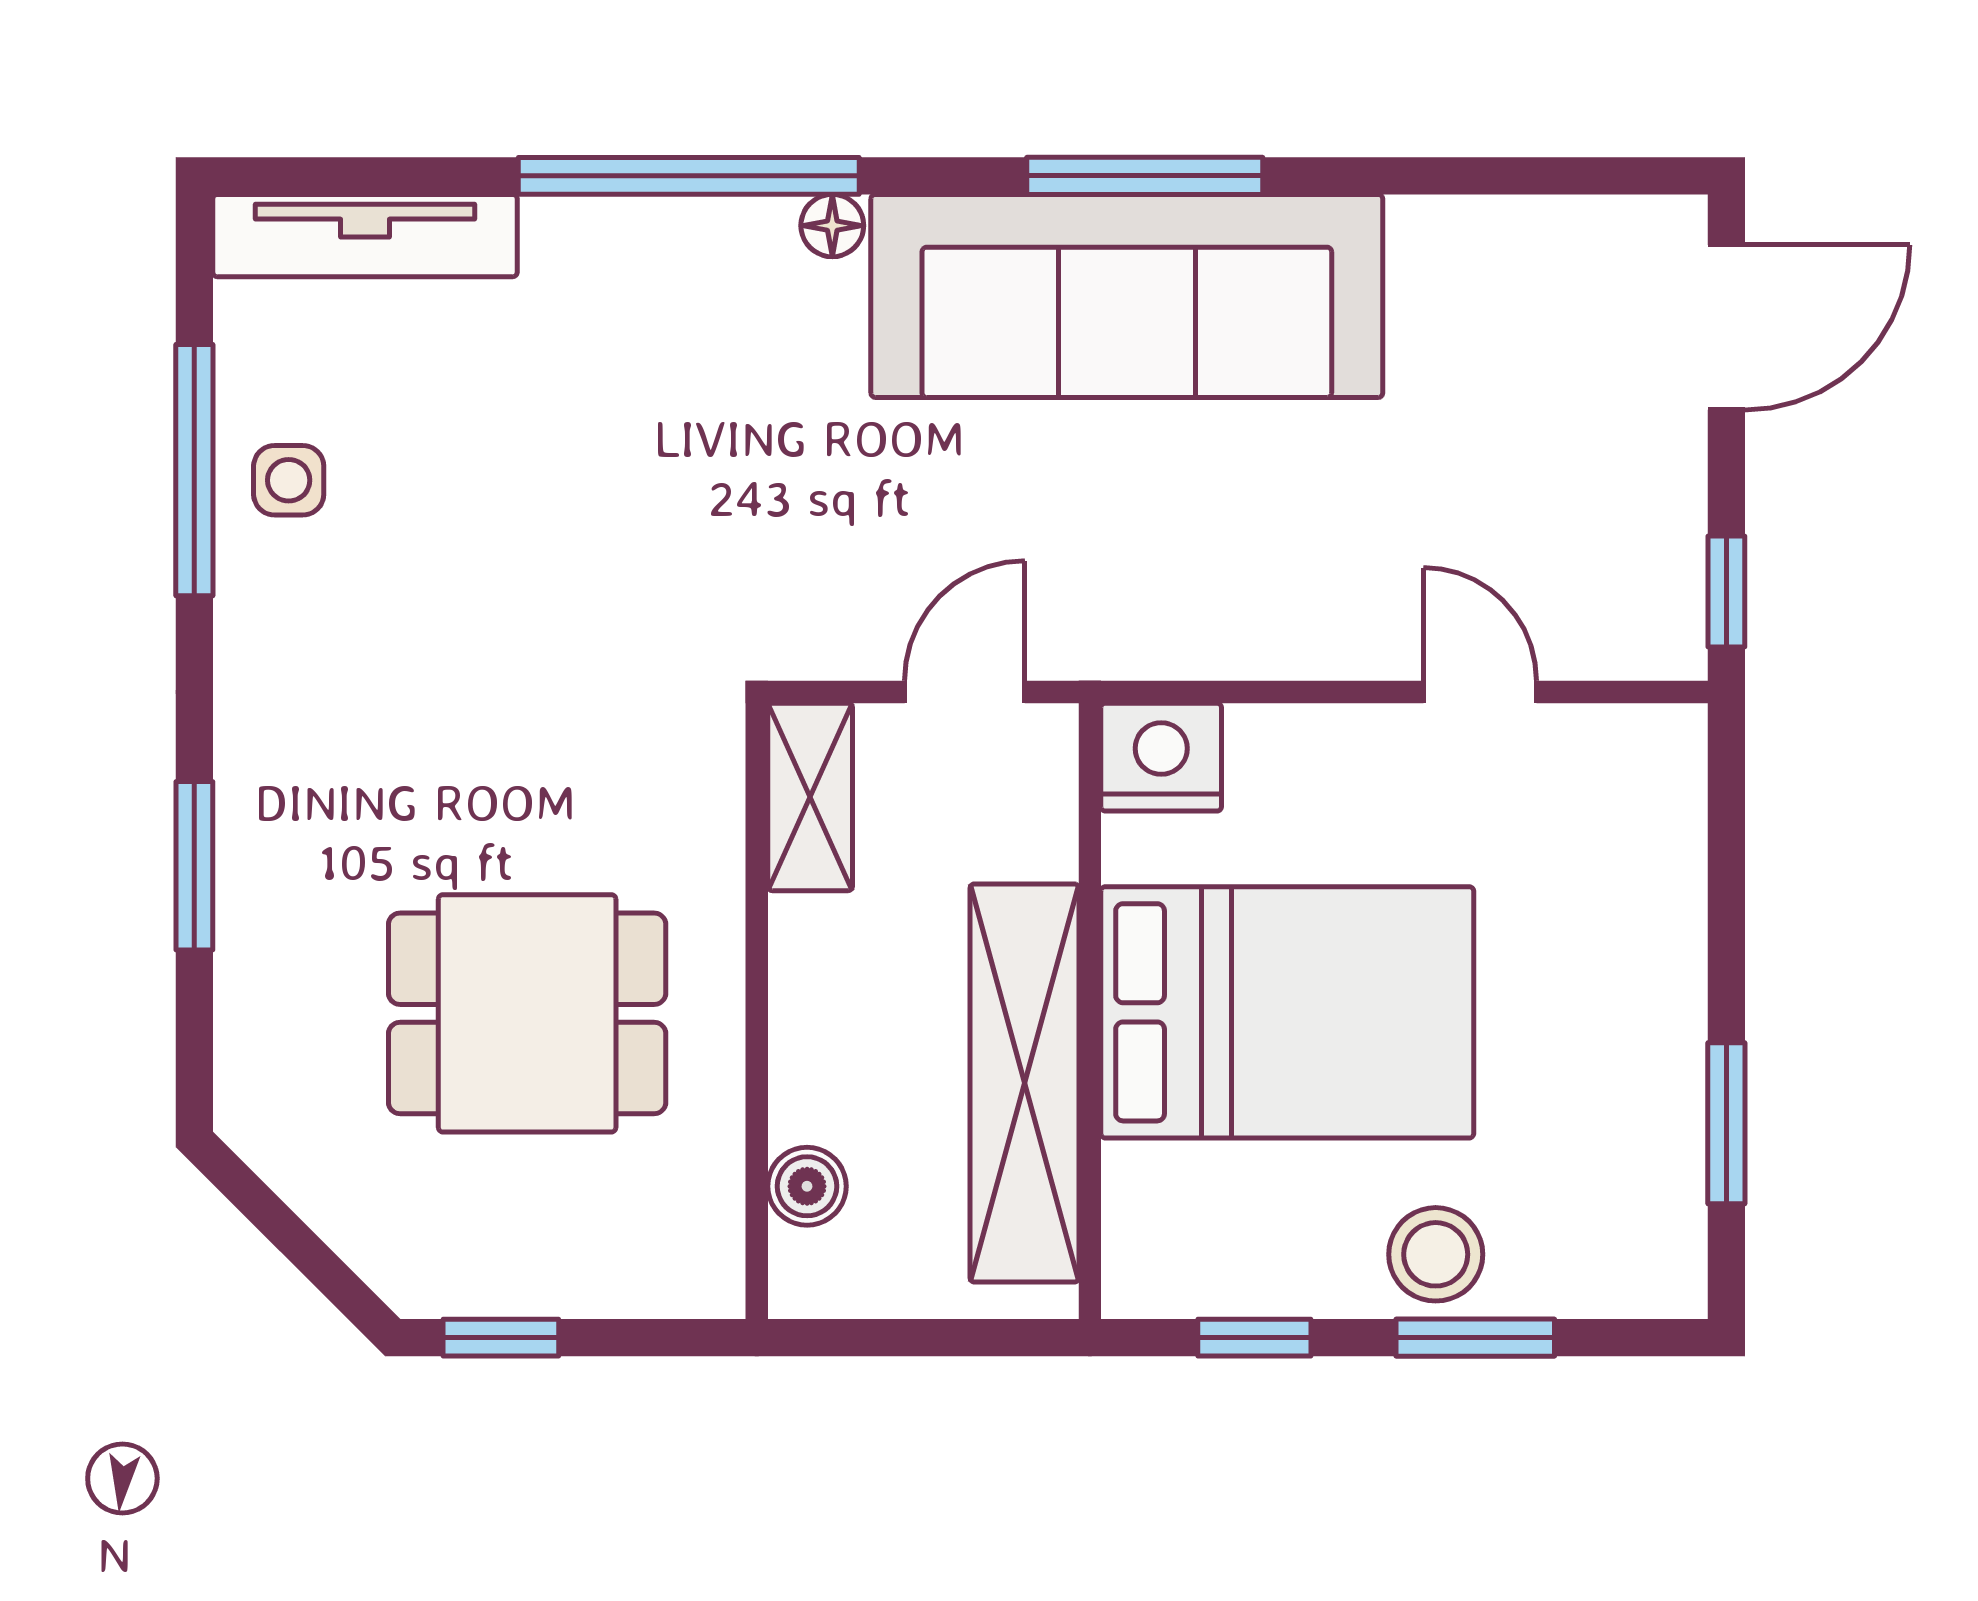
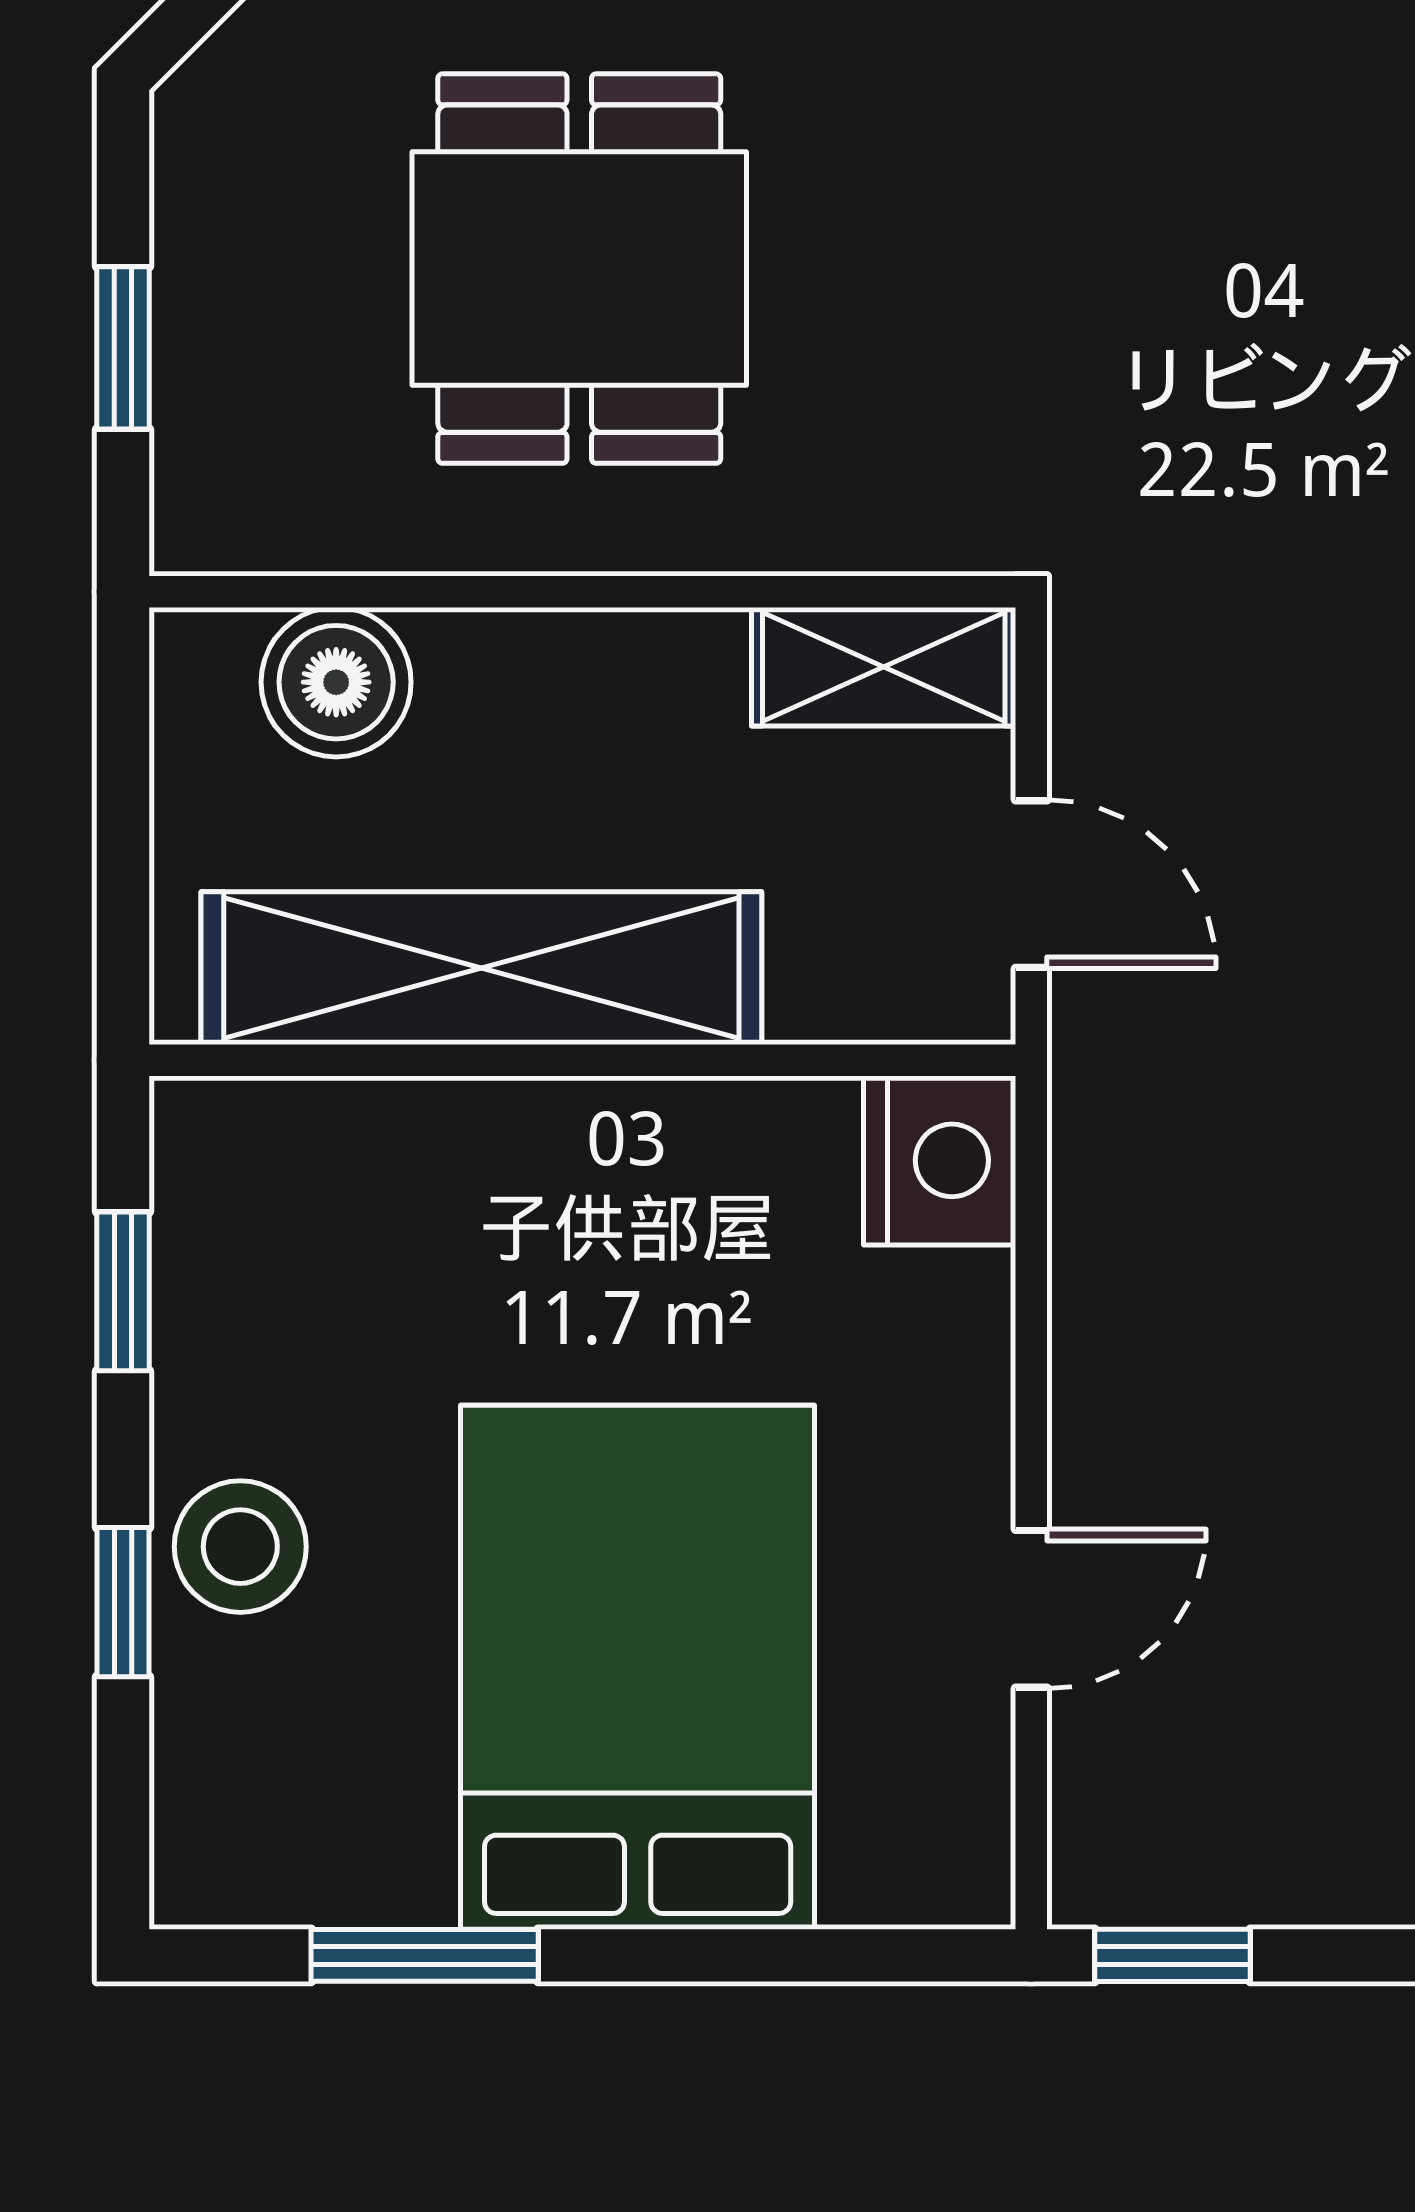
bed: (1287, 1012) -> (638, 1667), moved, turned 180
boiler: (807, 1186) -> (336, 682), width x1.36, depth x1.36
window: (501, 1338) -> (123, 348), moved
window: (1475, 1338) -> (123, 1602), width x0.67

